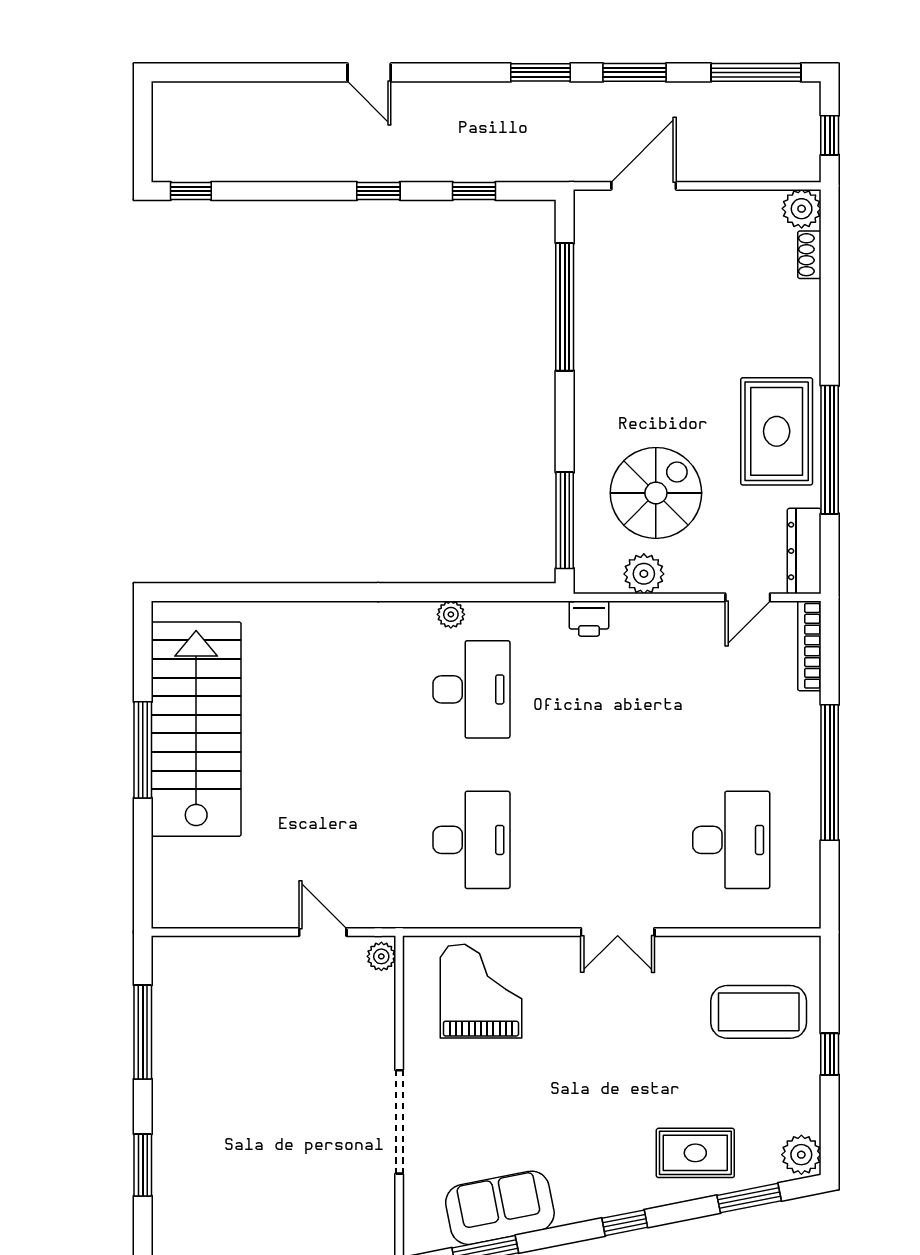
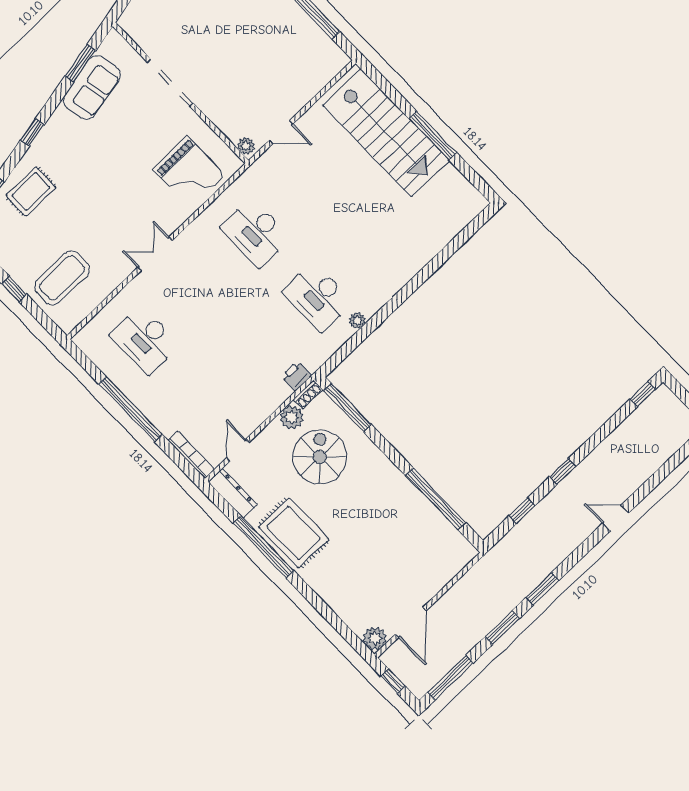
door: (644, 186) -> (411, 622), moved
shoe rack: (809, 255) -> (308, 395), moved, turned 90
spiral stairs: (656, 493) -> (320, 457), turned 180
stairs: (196, 729) -> (386, 133), moved

